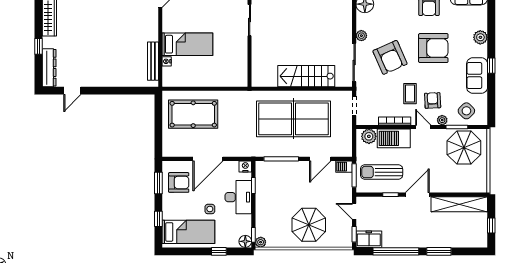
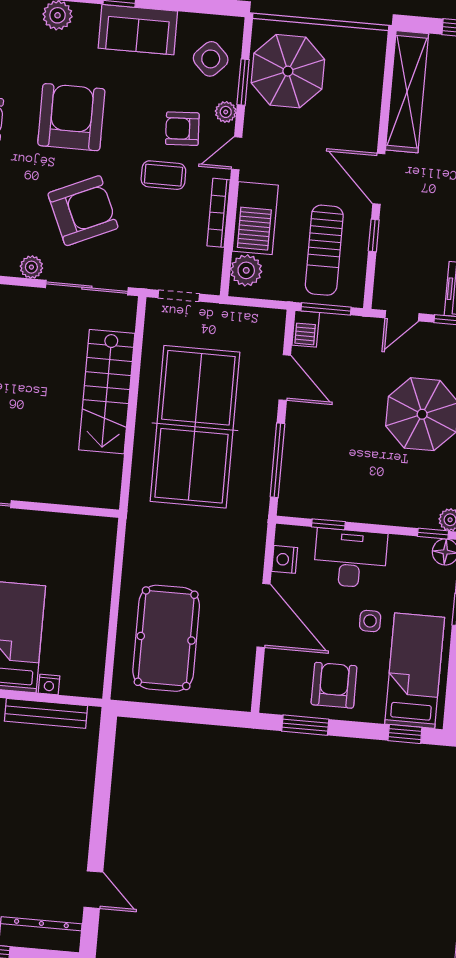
nightstand: (245, 166) -> (285, 559), moved
armchair: (179, 182) -> (334, 685), moved
window: (158, 219) -> (405, 734), moved

